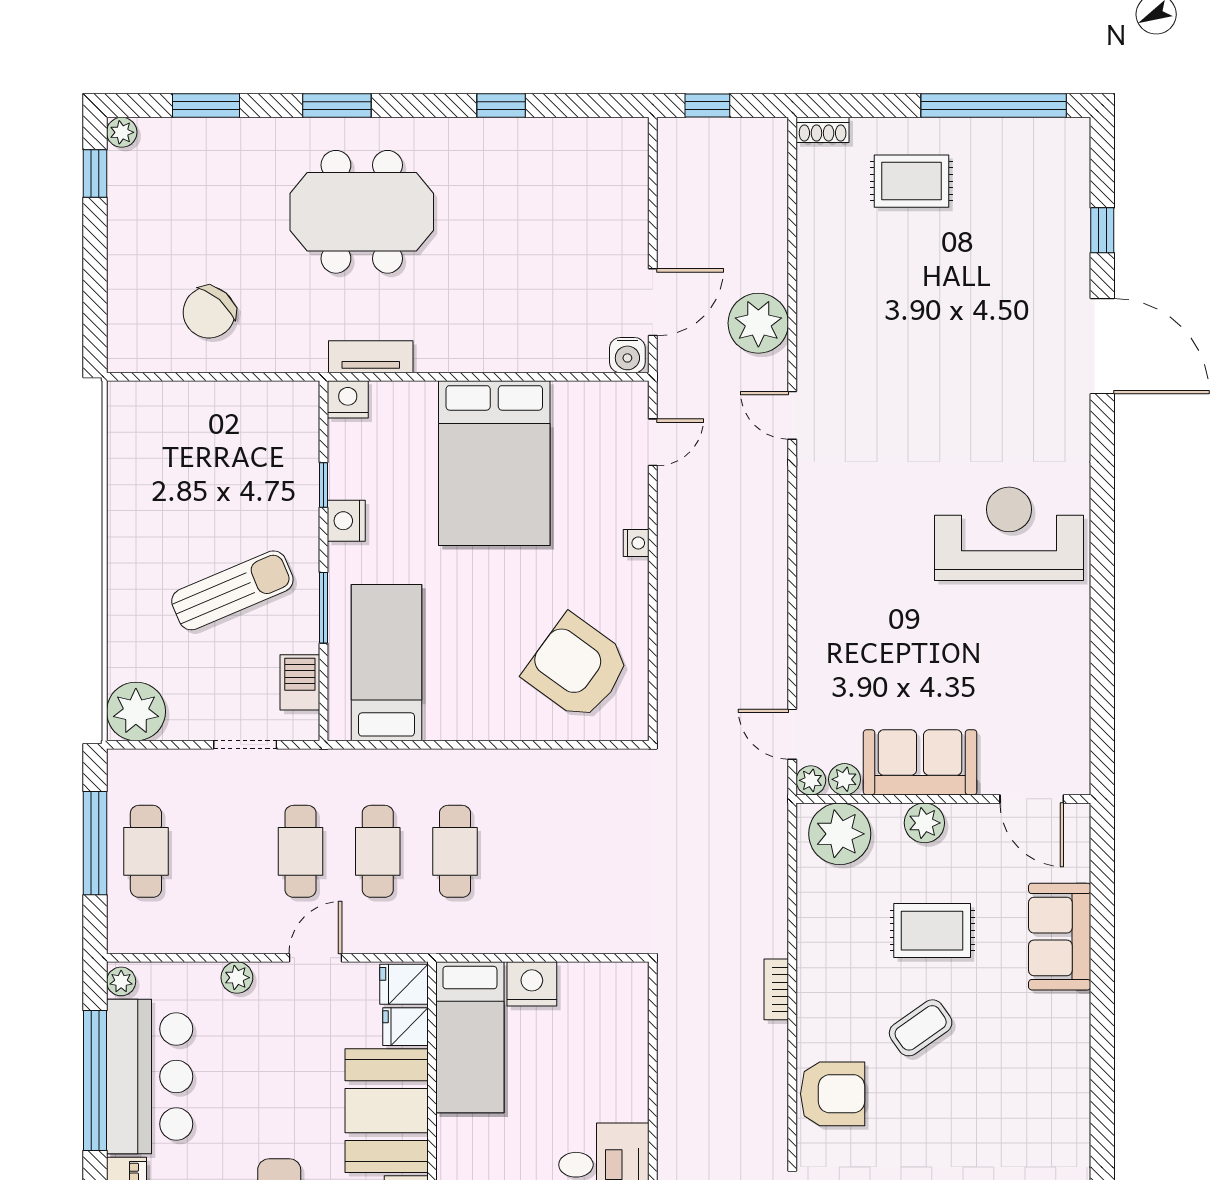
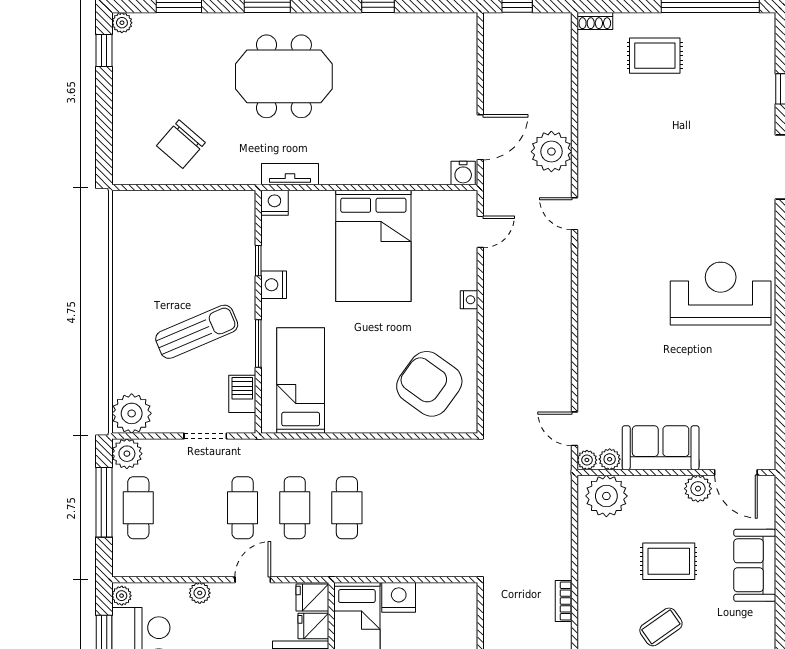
plant: (129, 771) -> (127, 454), added
plant: (924, 823) -> (698, 489), moved

